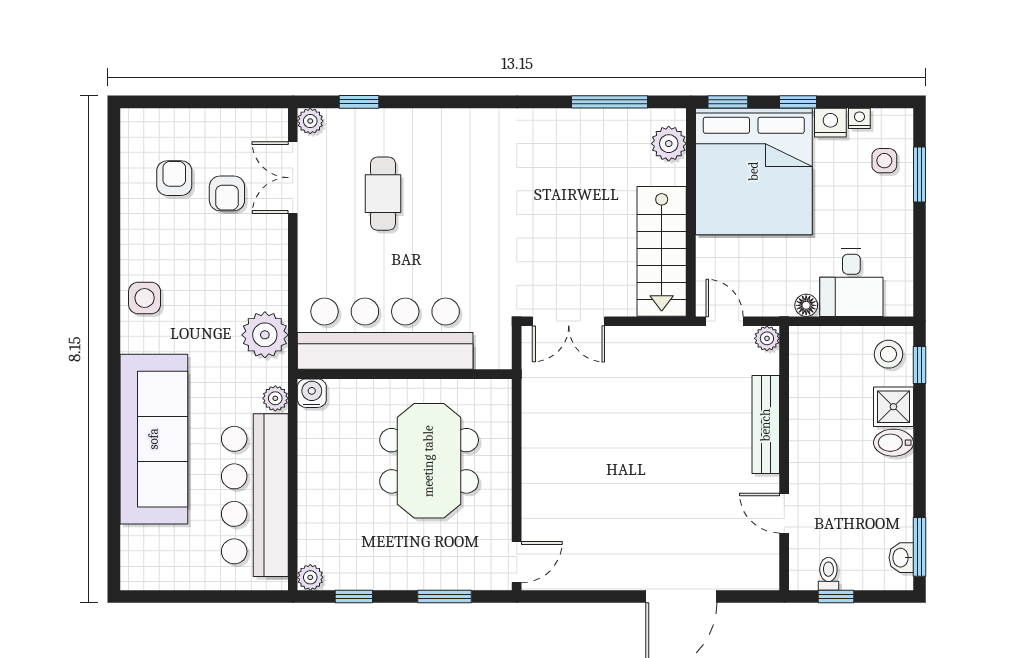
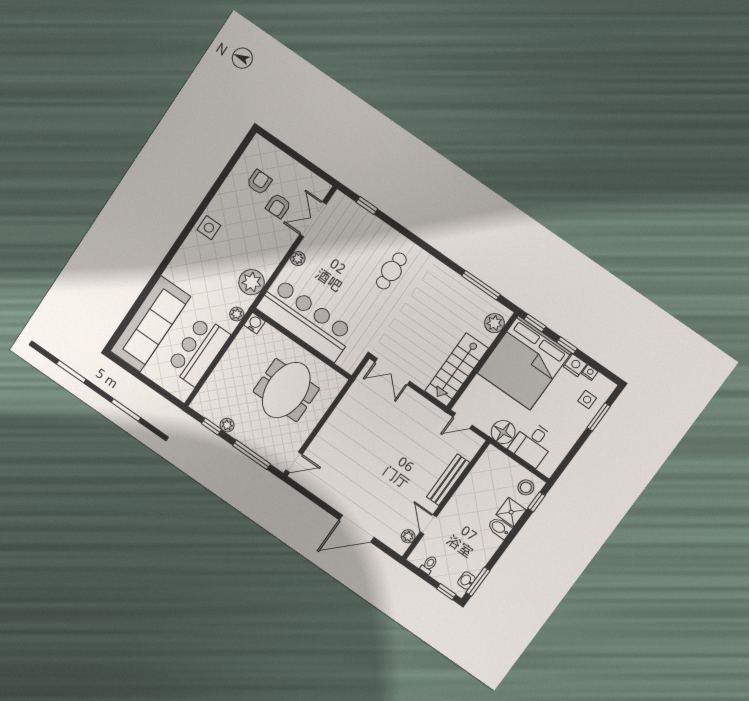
plant: (310, 121) -> (298, 259), moved
cafe table: (383, 194) -> (391, 271), moved
floor lamp: (806, 305) -> (503, 432), width x1.89, depth x1.89
door: (725, 321) -> (463, 421), swing flipped
plant: (767, 338) -> (408, 536), moved
sofa: (154, 439) -> (150, 324), moved
bar counter: (255, 495) -> (198, 351), width x0.73
plant: (310, 577) -> (227, 425), moved
window: (445, 596) -> (252, 455), width x1.44
window: (836, 596) -> (446, 592), moved

